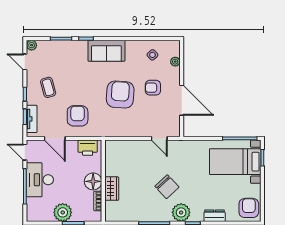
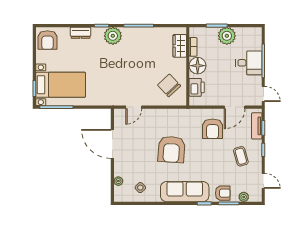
plant: (32, 45) -> (244, 197), moved
sofa: (106, 51) -> (185, 192), width x1.36
armchair: (153, 88) -> (223, 193), moved
door: (55, 138) -> (235, 107), swing flipped
door: (159, 138) -> (134, 107), swing flipped
printer: (88, 148) -> (197, 87), moved, turned 90
desk: (40, 180) -> (249, 63), width x0.73
chair: (167, 187) -> (169, 85), moved
wardrobe: (112, 189) -> (180, 46), moved

